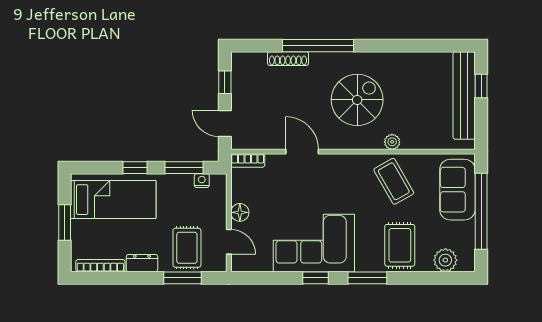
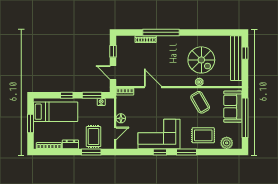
spiral stairs: (357, 100) -> (201, 60), moved, turned 90
door: (229, 242) -> (115, 133), hinge flipped
rug: (400, 245) -> (203, 135), turned 90

